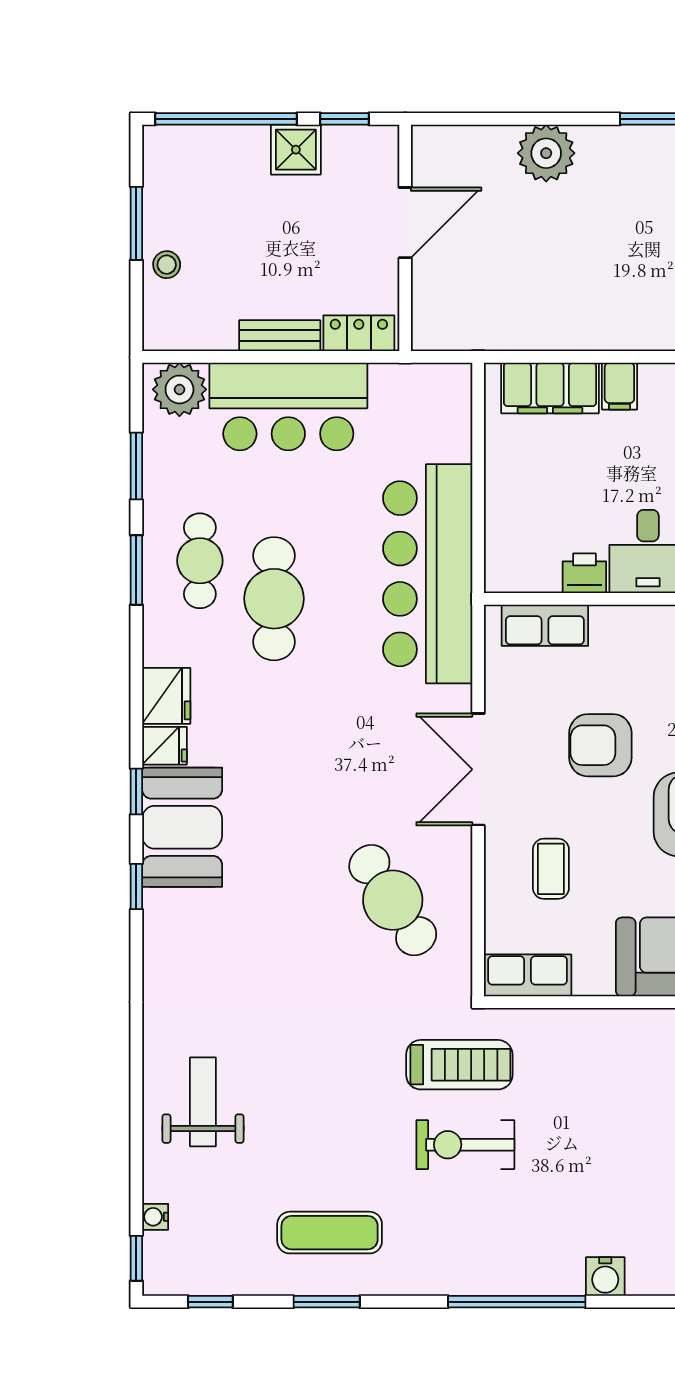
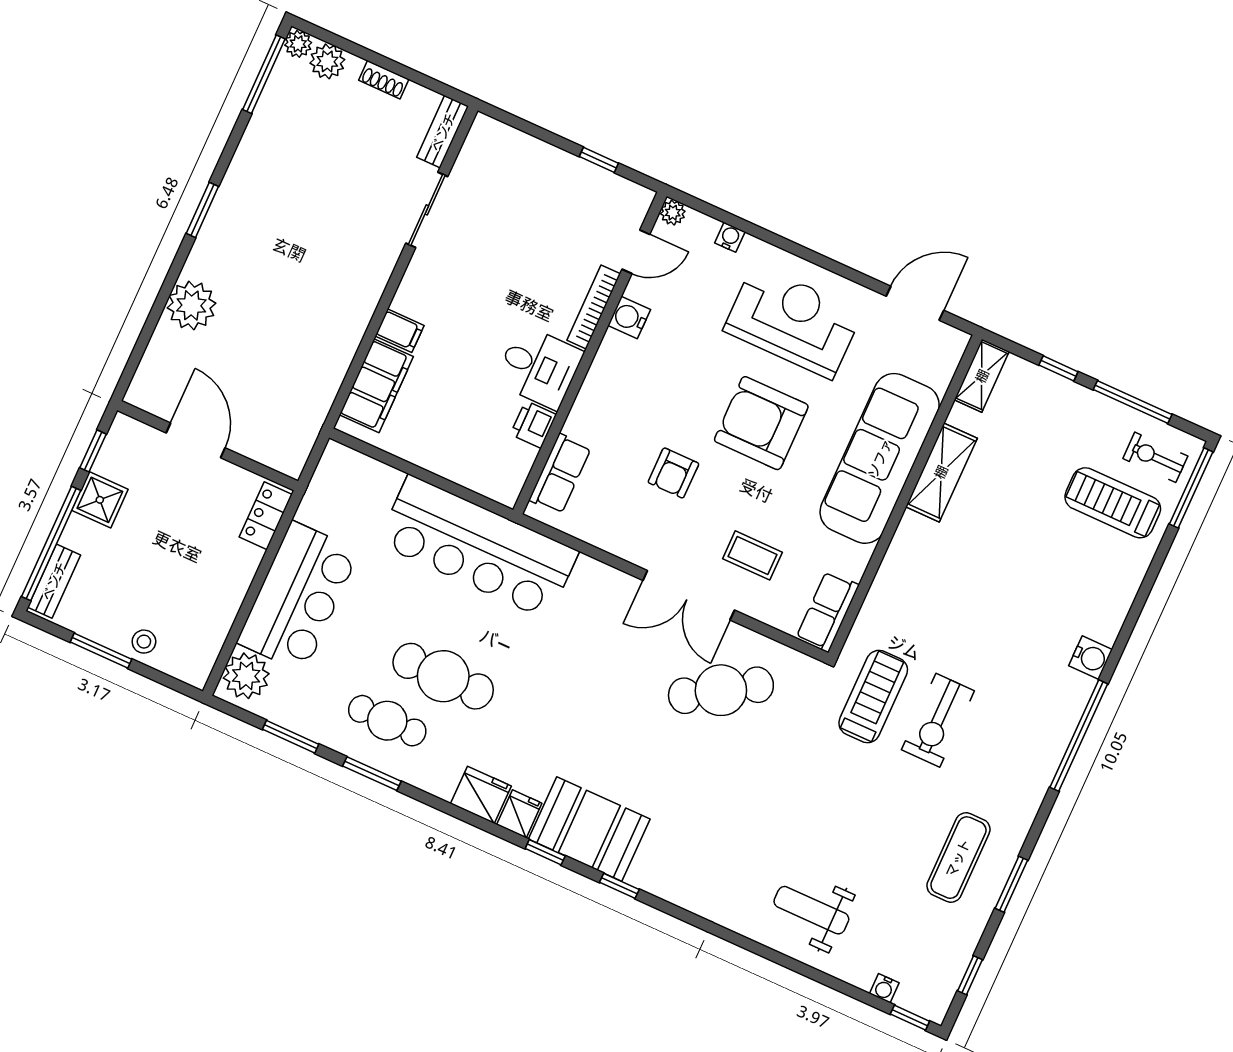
bench: (280, 336) -> (54, 581), moved
armchair: (600, 745) -> (673, 473), width x0.72, depth x0.72
double door: (478, 769) -> (689, 595), moved

